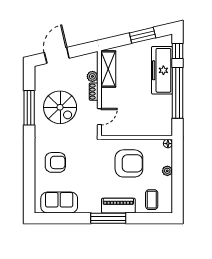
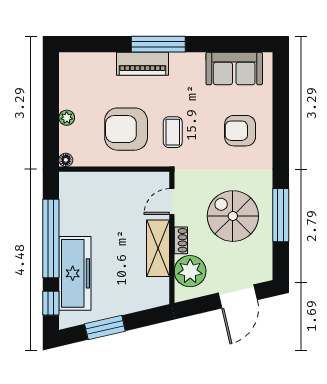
shelving: (108, 69) -> (158, 248), moved
plant: (92, 76) -> (190, 271), width x1.87, depth x1.87
coffee table: (152, 200) -> (173, 132), moved

